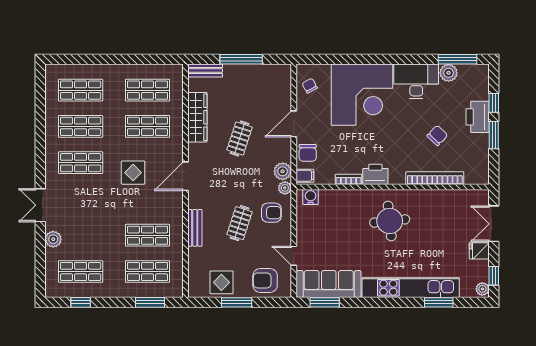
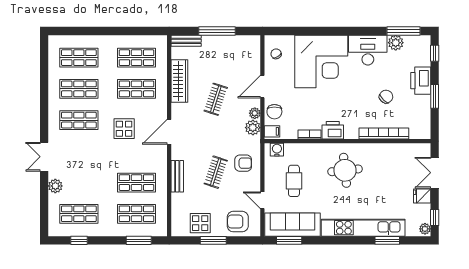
window: (494, 103) -> (435, 53), moved
plant: (285, 188) -> (255, 113), moved
cafe table: (330, 233) -> (294, 181), added

